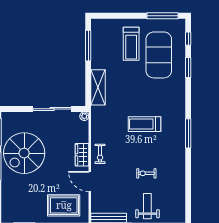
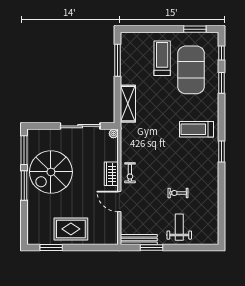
window: (162, 16) -> (195, 29), width x0.69
treadmill: (131, 44) -> (162, 58), turned 180
treadmill: (145, 124) -> (197, 129), moved
window: (188, 133) -> (221, 151), width x0.69
rug: (64, 205) -> (71, 229), moved

